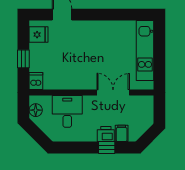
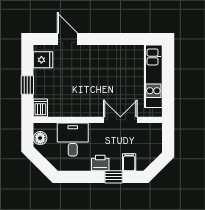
printer: (106, 134) -> (100, 163), moved

